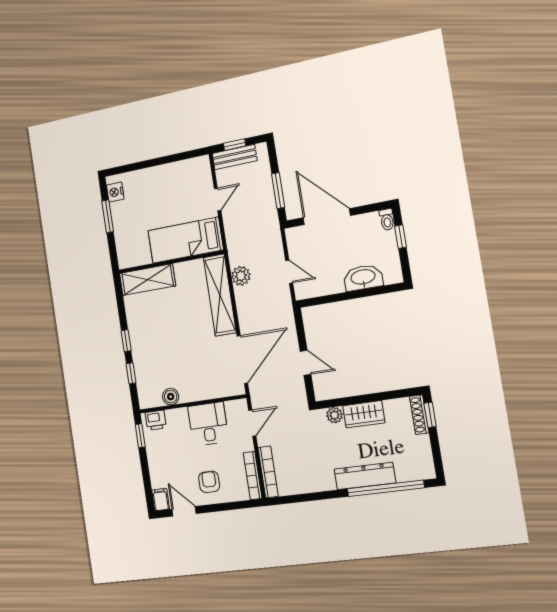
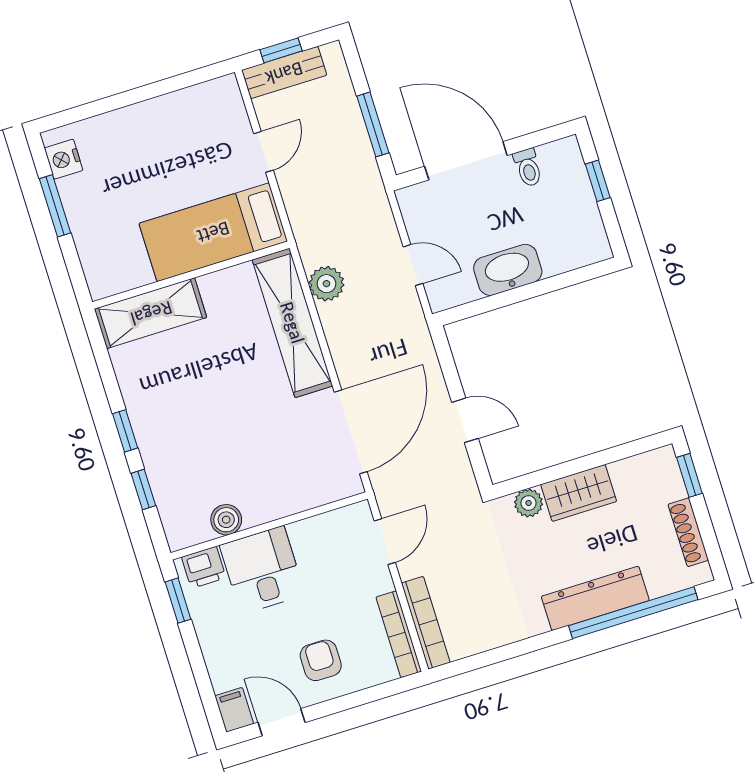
toilet: (387, 220) -> (528, 168), moved
washbasin: (363, 278) -> (508, 270), moved
shoe rack: (419, 415) -> (688, 532), moved
desk: (208, 424) -> (262, 570), moved

